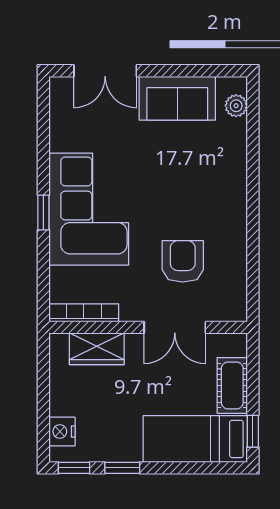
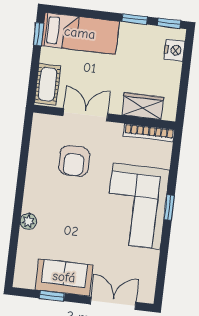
window: (191, 71) -> (52, 296), added
plant: (236, 106) -> (28, 221), moved
cot: (232, 385) -> (48, 84), moved

